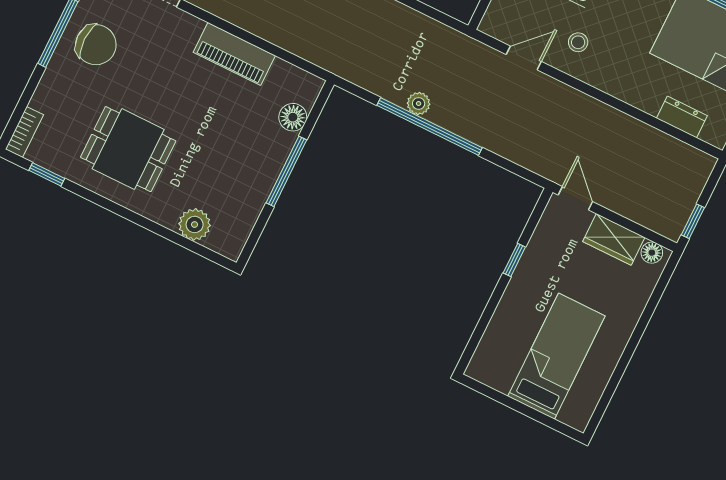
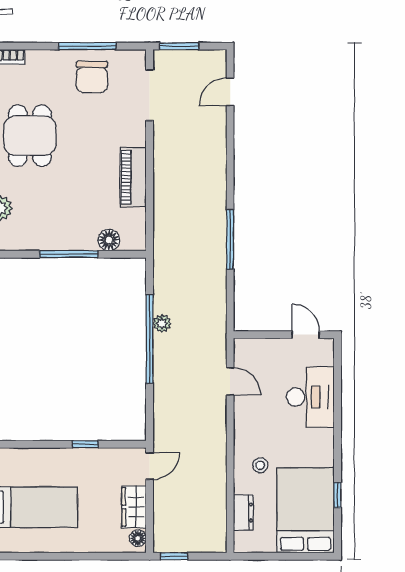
stool: (578, 42) -> (260, 465), moved

